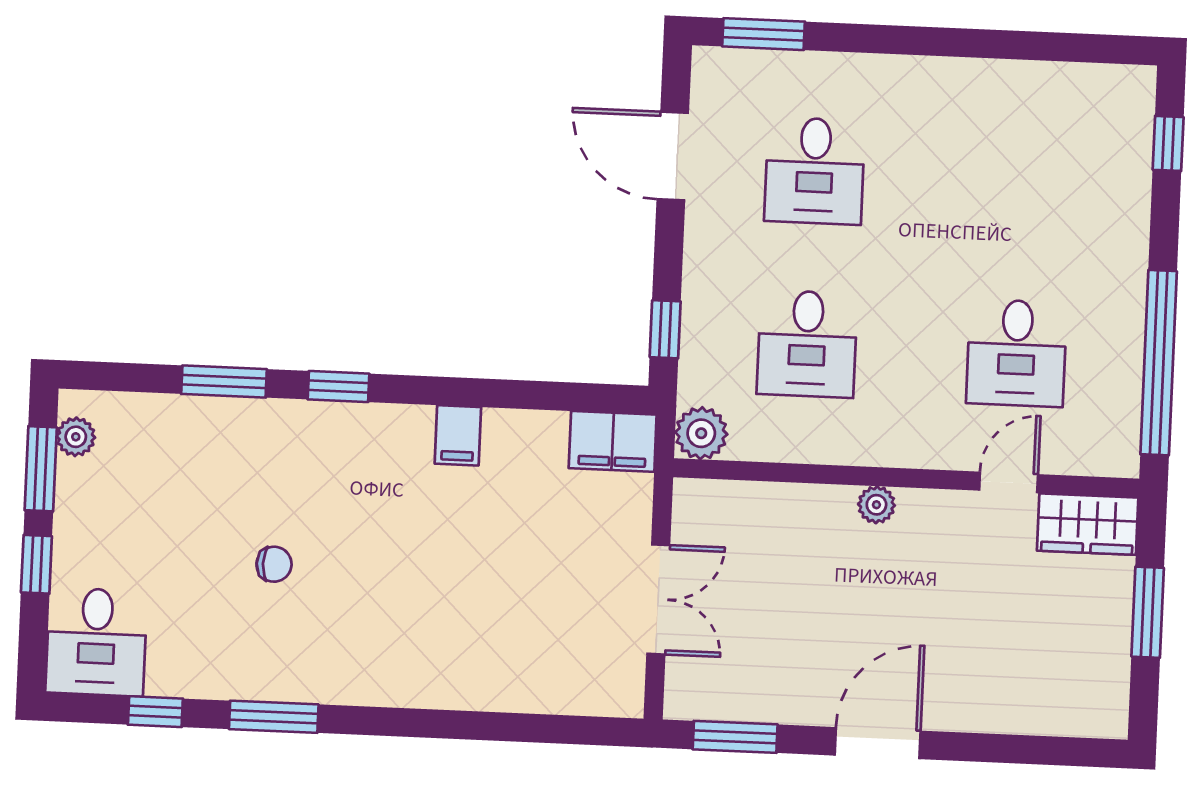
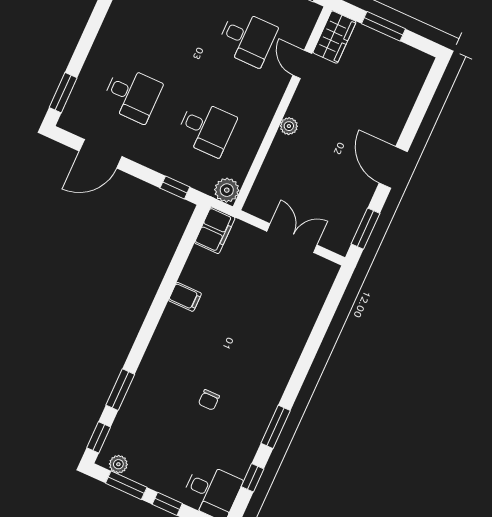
window: (338, 387) -> (99, 437), moved
chair: (274, 564) -> (209, 400), turned 180

